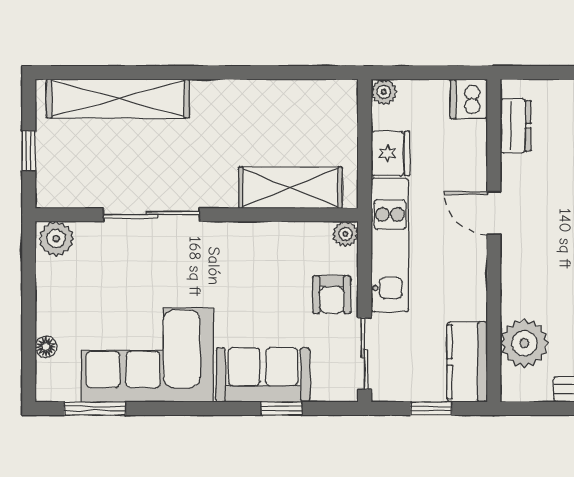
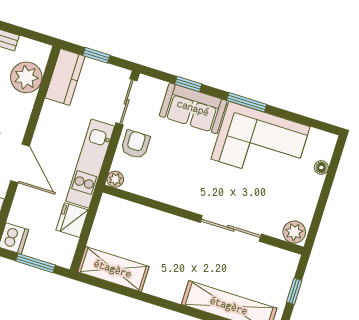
window: (425, 73) -> (35, 263), added
plant: (384, 92) -> (64, 259), removed
shelving: (290, 188) -> (113, 269), moved
door: (494, 213) -> (20, 163), width x1.38
window: (95, 409) -> (247, 102), moved

